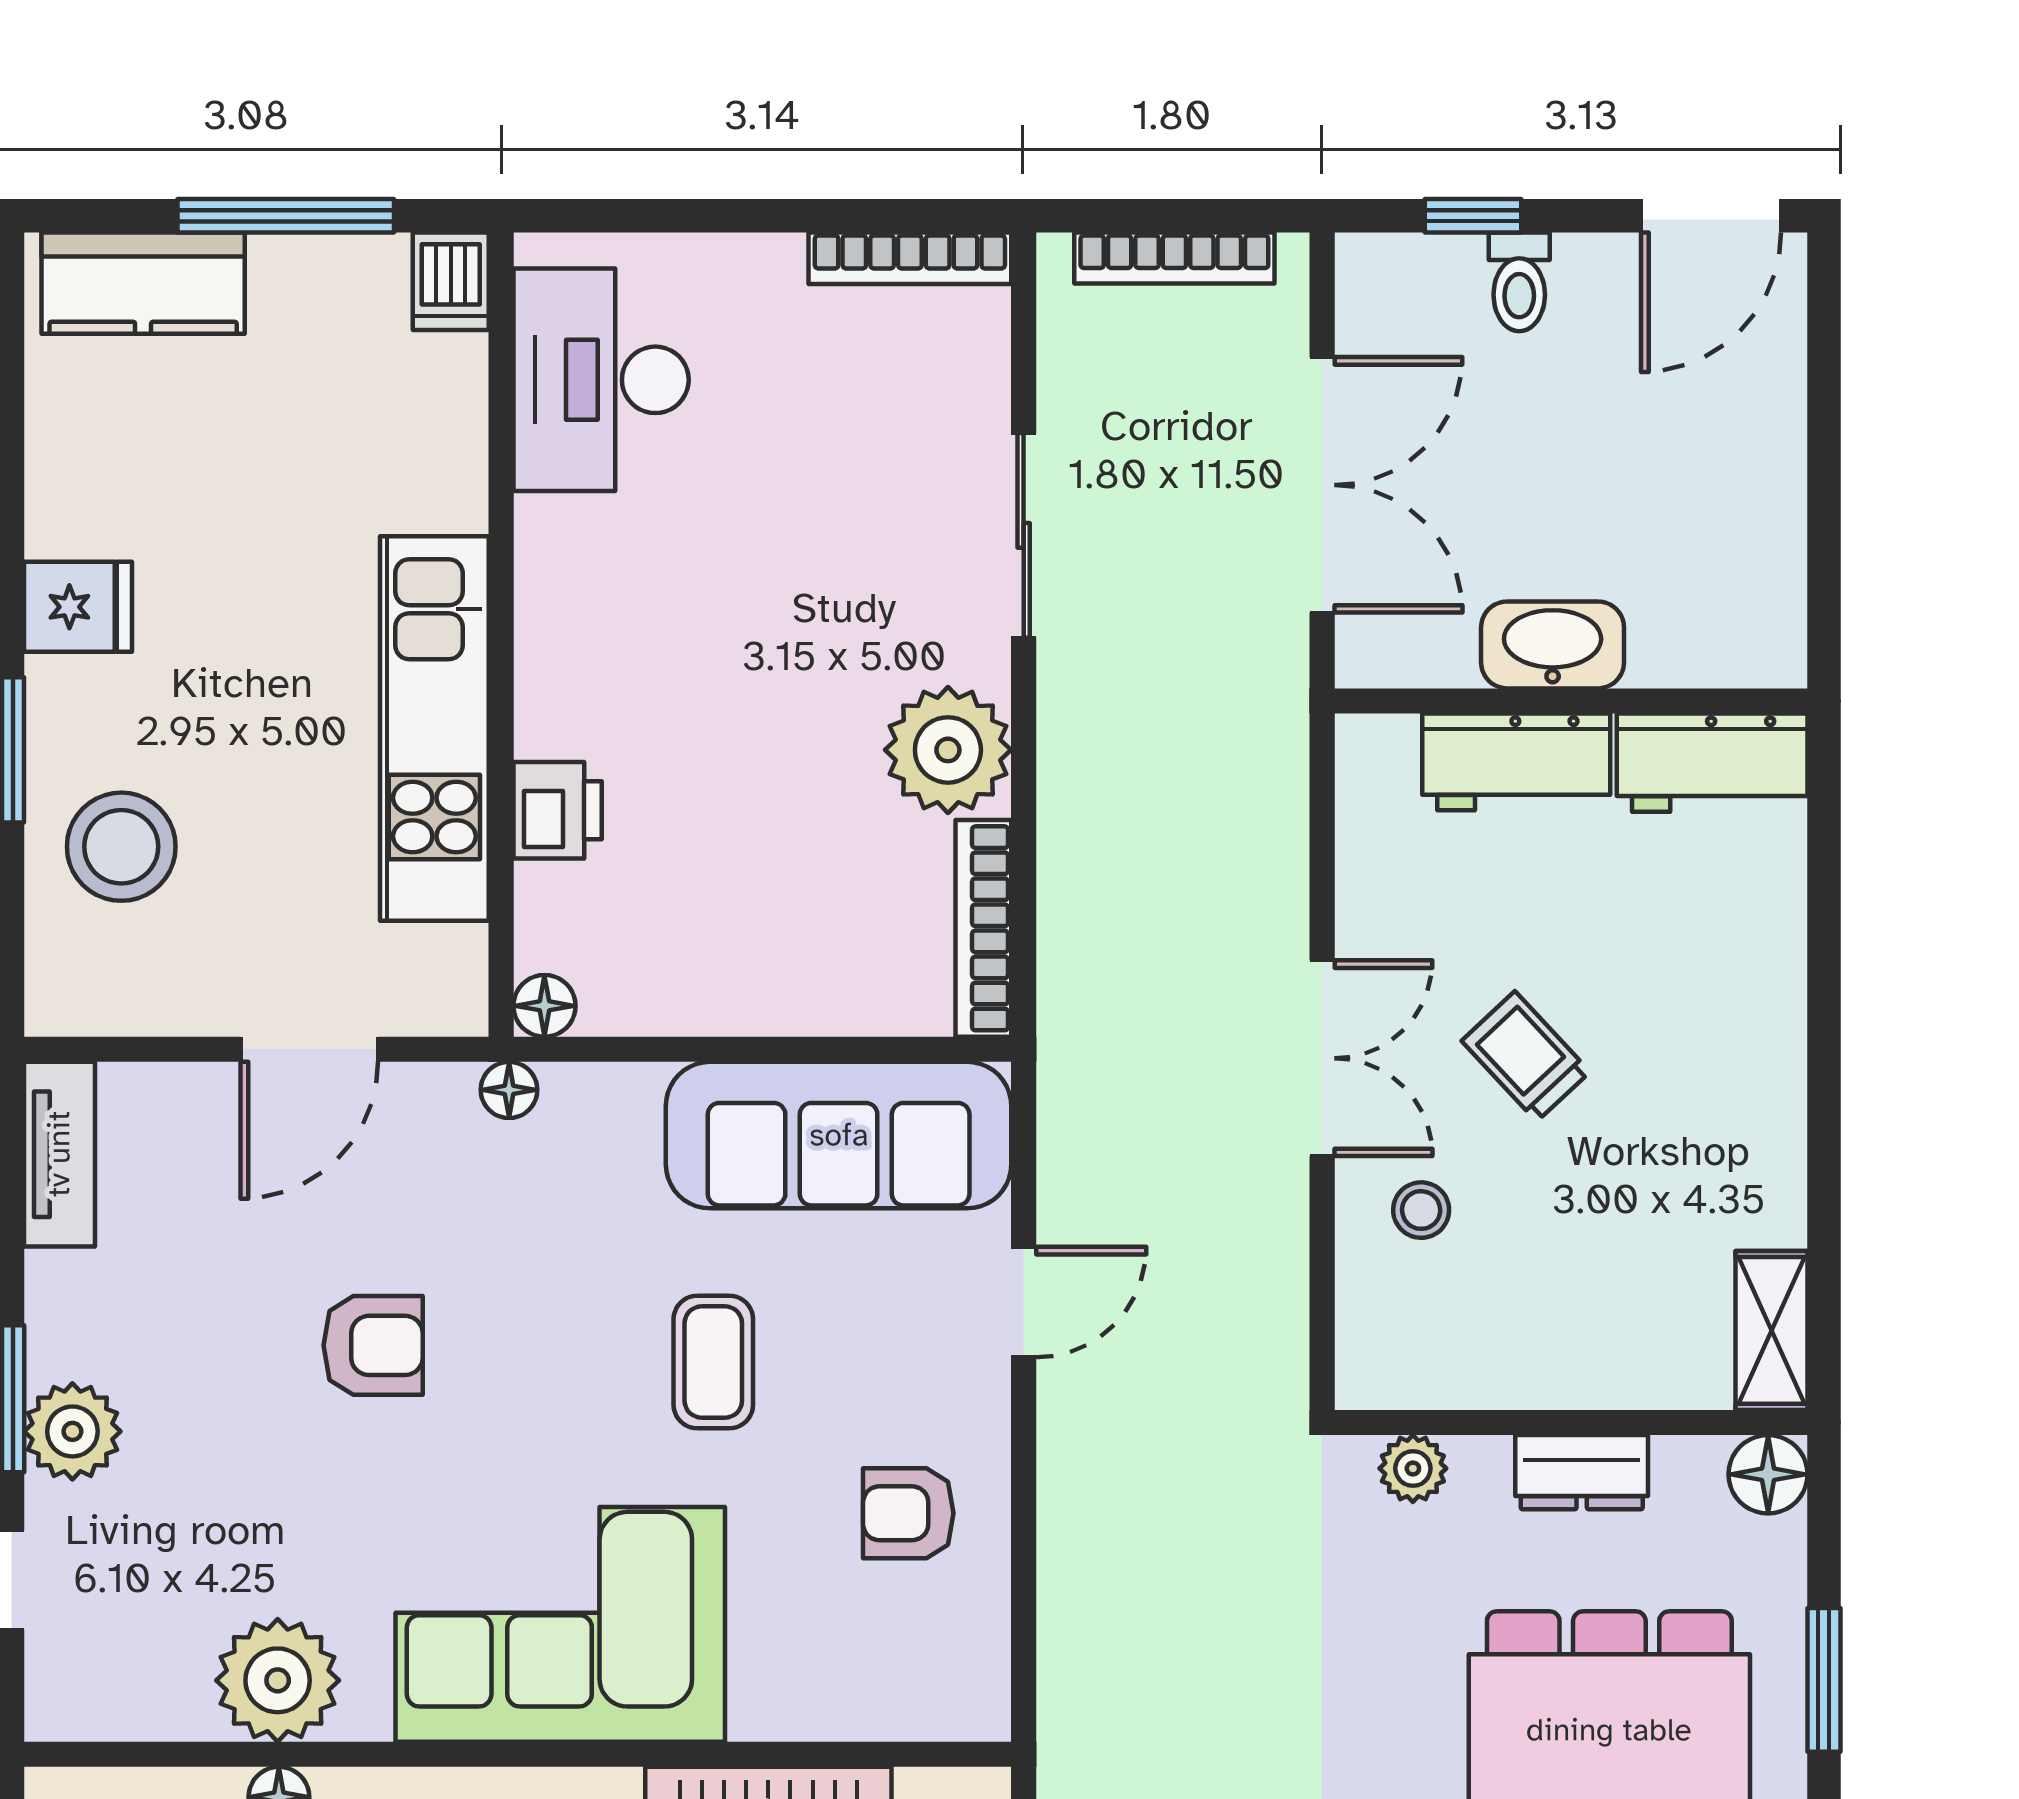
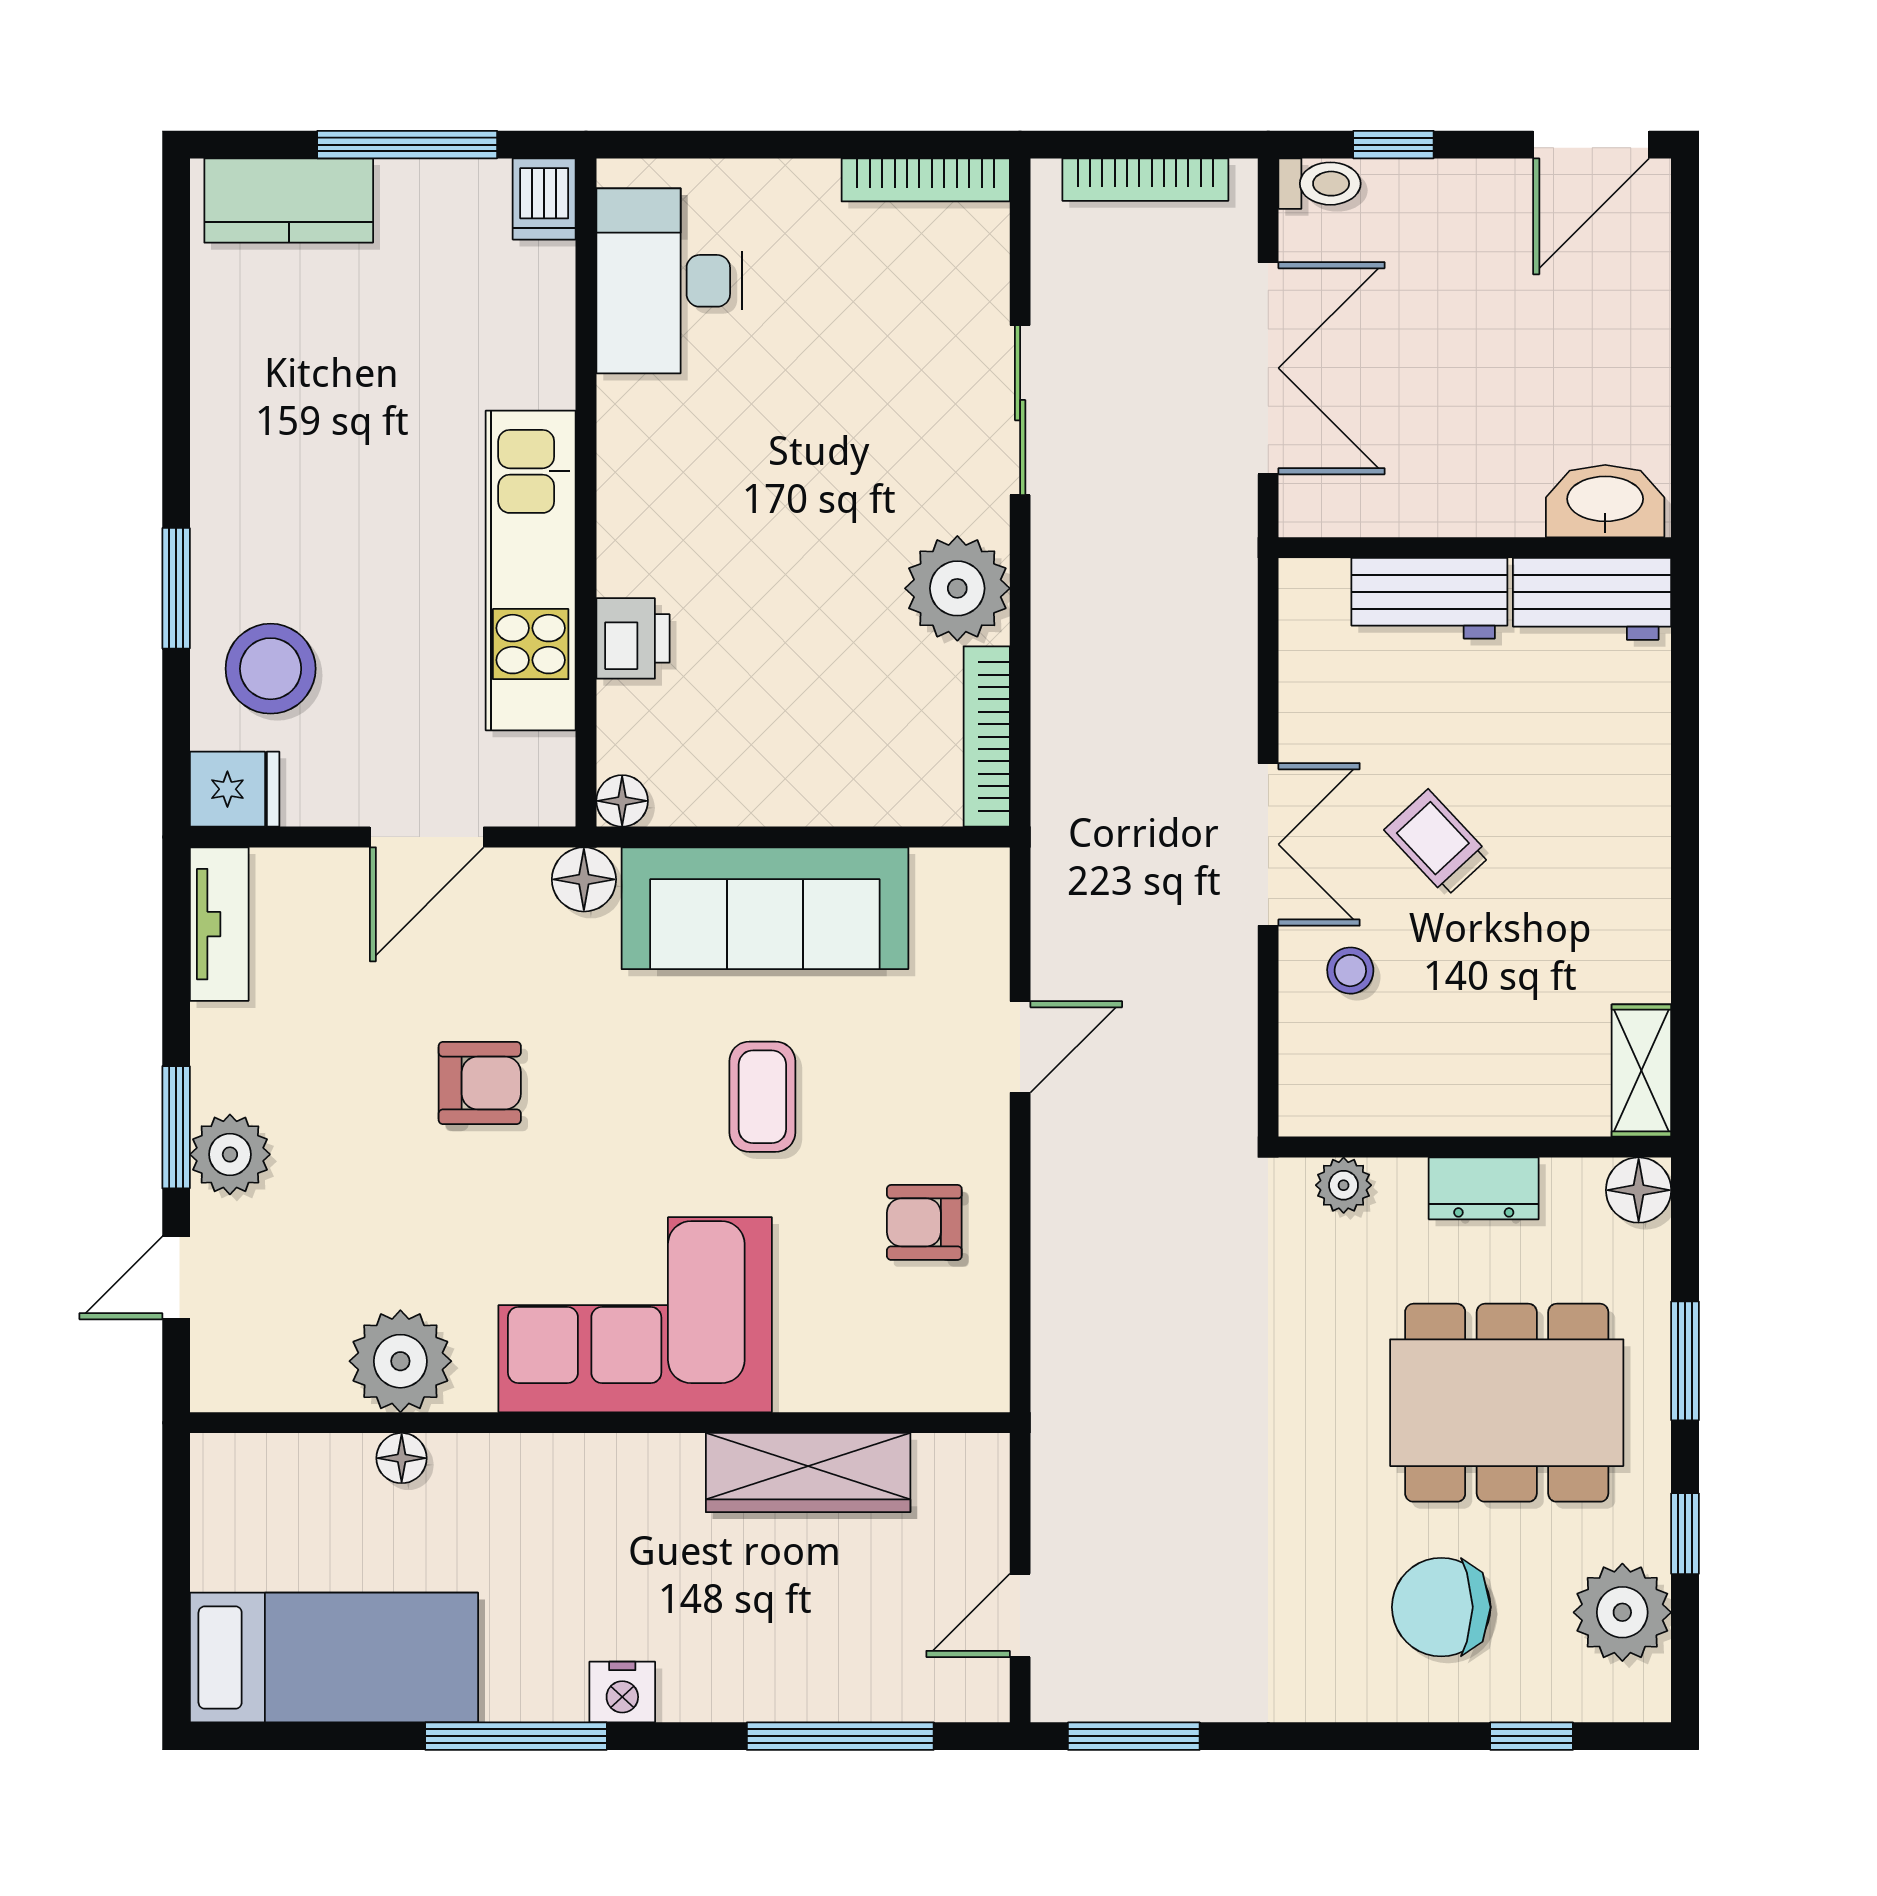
toilet: (1519, 282) -> (1320, 184), moved, turned -90
fridge: (78, 607) -> (235, 789), moved
washbasin: (1553, 645) -> (1605, 501), moved
floor lamp: (509, 1090) -> (584, 879), width x1.37, depth x1.37
sofa: (839, 1135) -> (765, 908), moved

